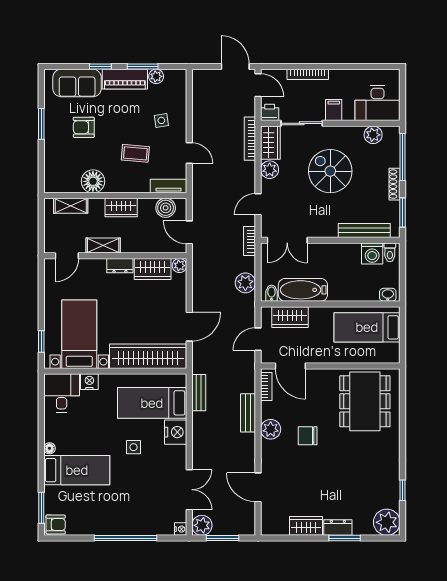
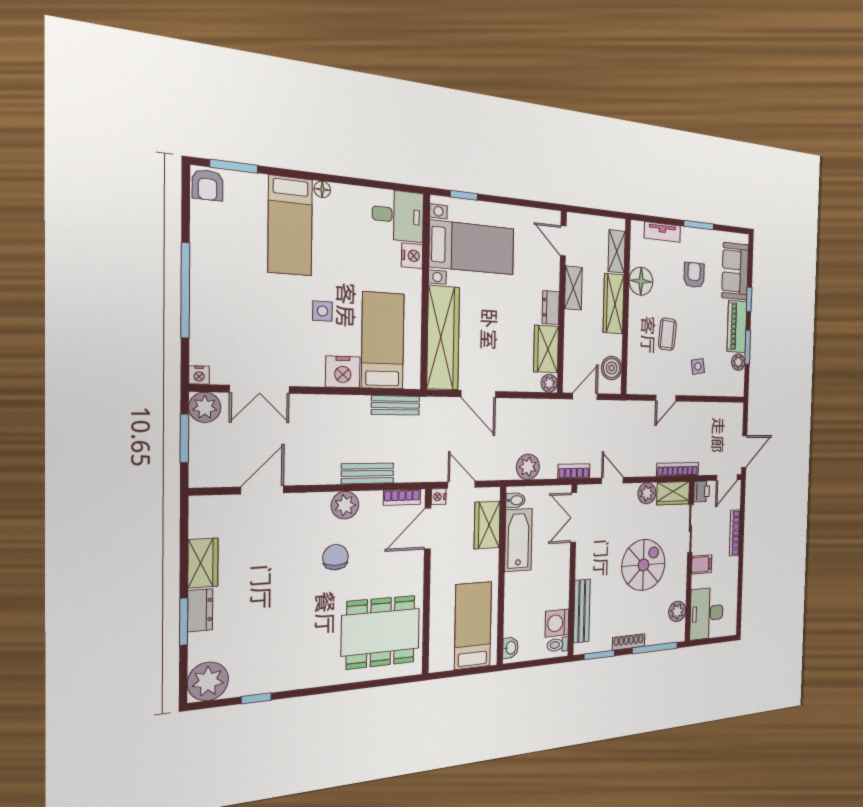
tv unit: (169, 186) -> (662, 232), moved, turned 90
wardrobe: (121, 207) -> (614, 304), width x1.50
nightstand: (267, 358) -> (439, 497), added

